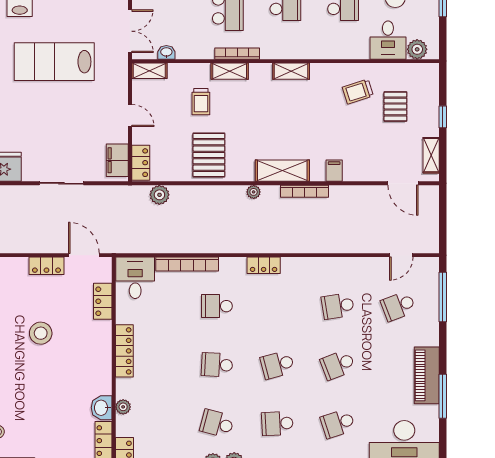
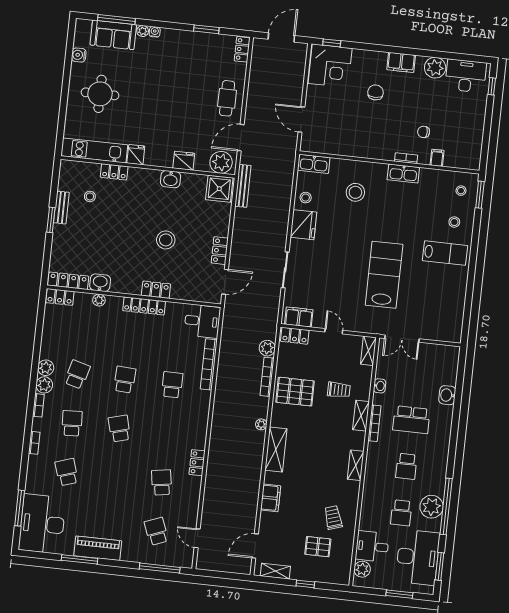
washbasin: (166, 52) -> (380, 386), moved
trolley: (201, 102) -> (339, 390), turned 180
door: (130, 116) -> (334, 331), swing flipped
filing cabinet: (334, 171) -> (271, 498), width x2.00
bookcase: (305, 191) -> (267, 377), moved
locker: (264, 265) -> (197, 463), moved
locker: (103, 301) -> (156, 290), moved
school desk: (338, 365) -> (114, 477), removed

